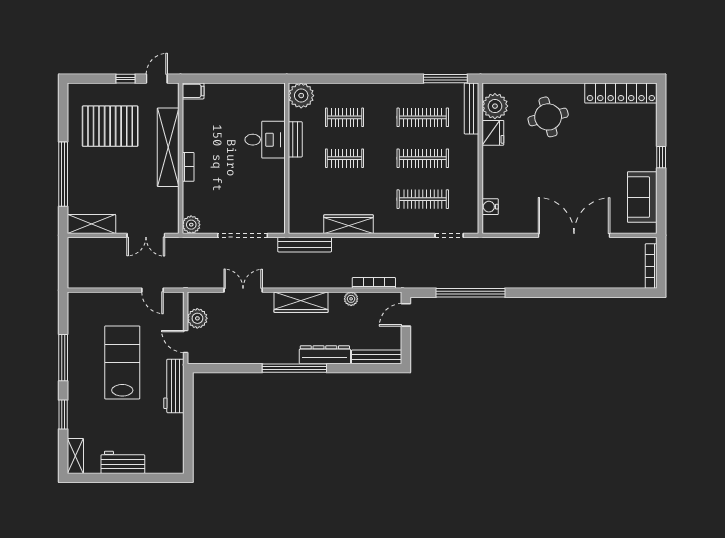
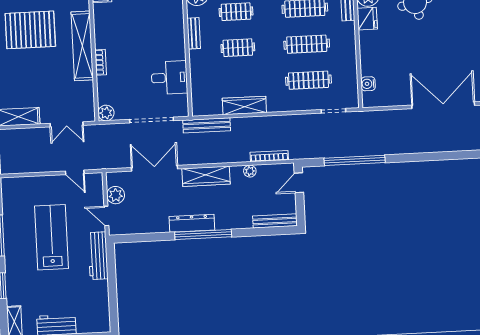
desk: (265, 140) -> (169, 78), moved
double door: (243, 290) -> (155, 168), width x1.37
dresser: (325, 355) -> (192, 223), moved

